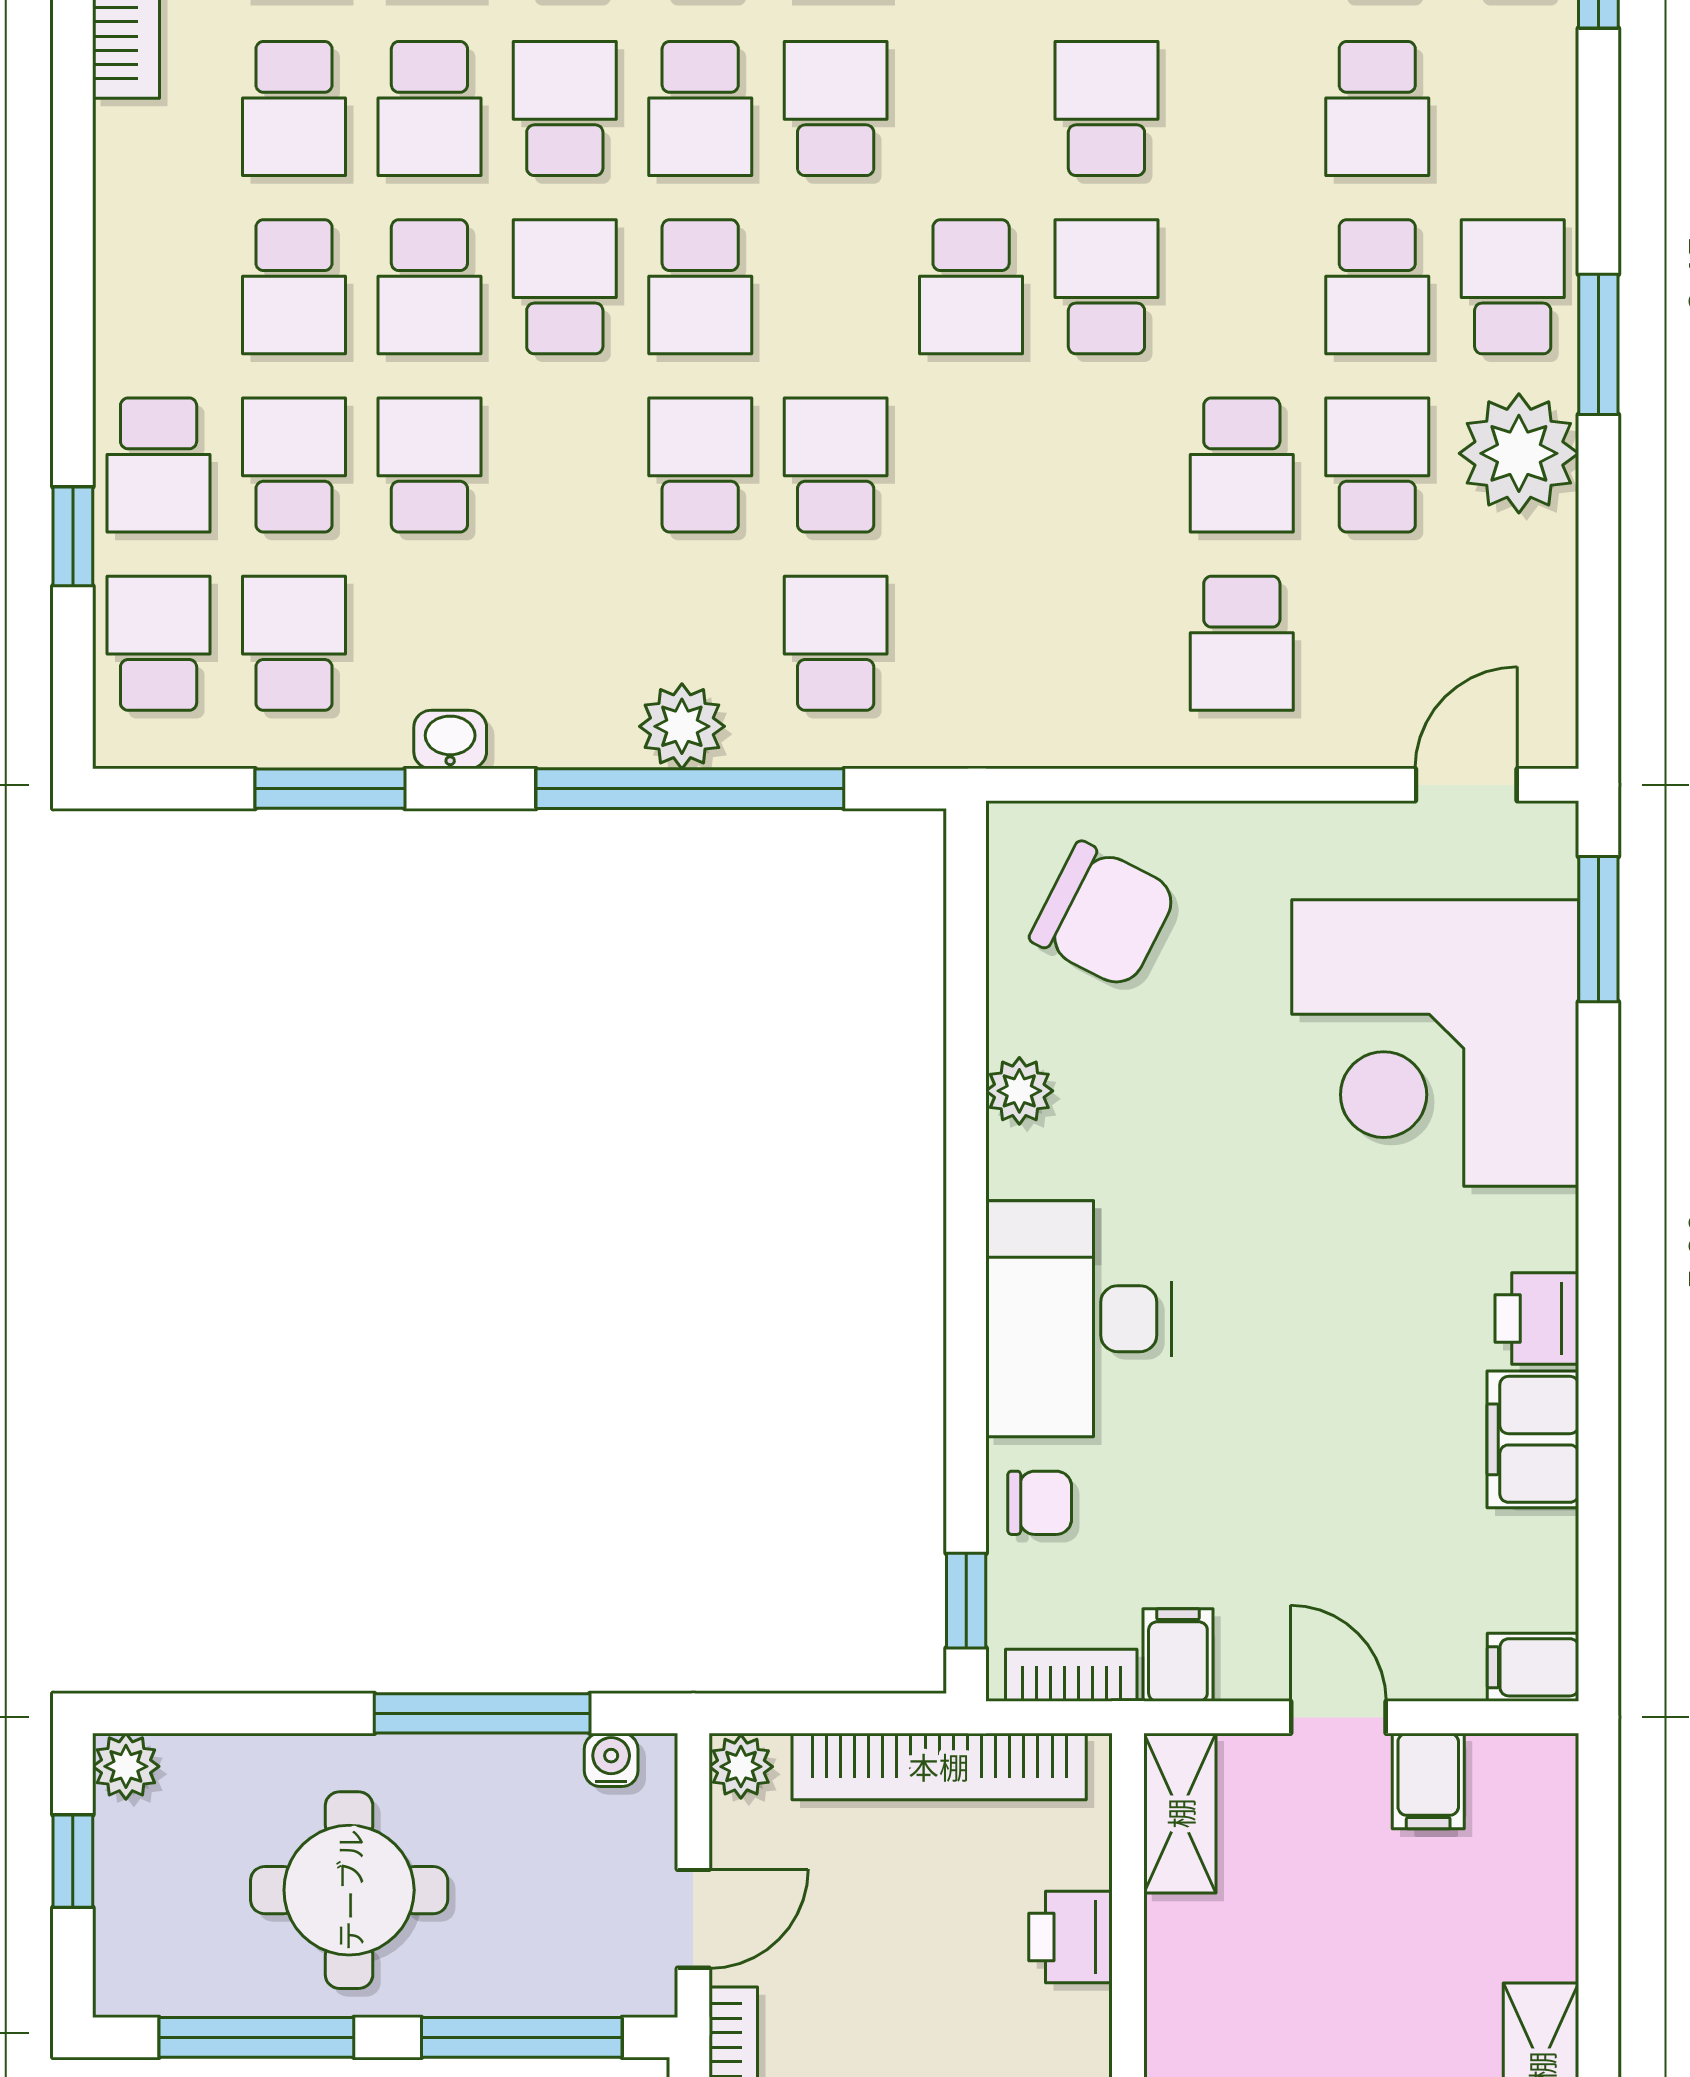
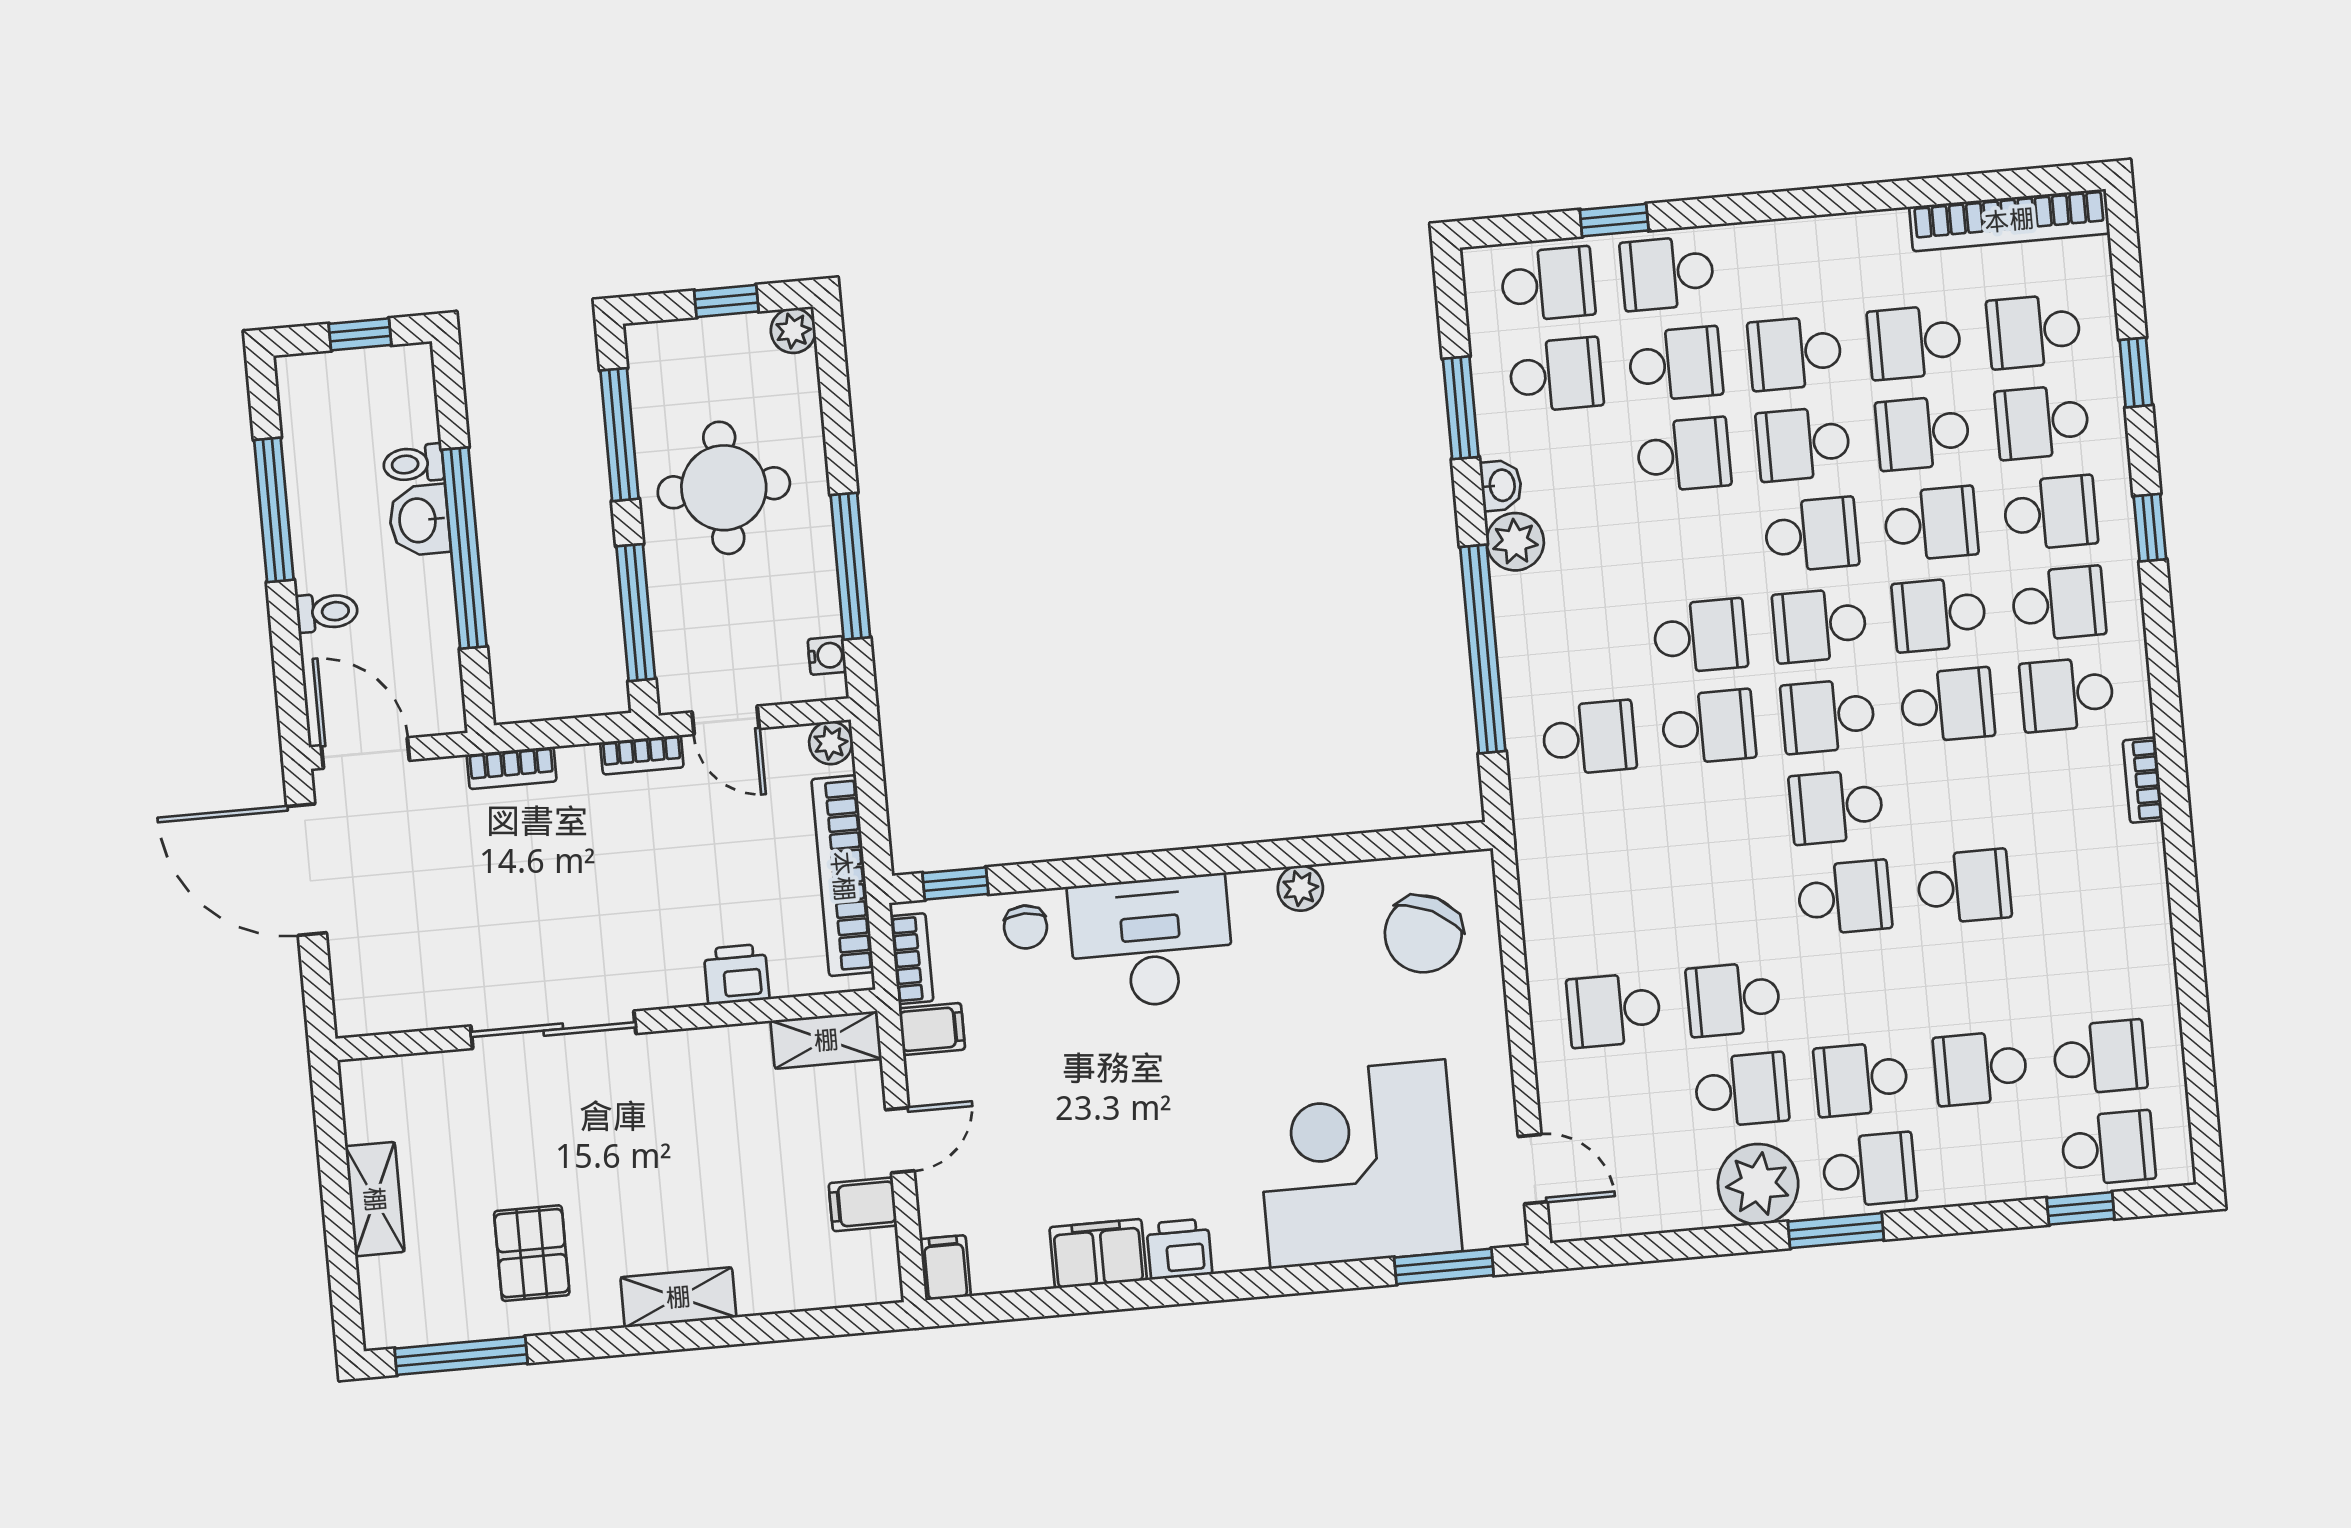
school desk: (836, 287) -> (1828, 716), added
plant: (682, 726) -> (1515, 542), moved

